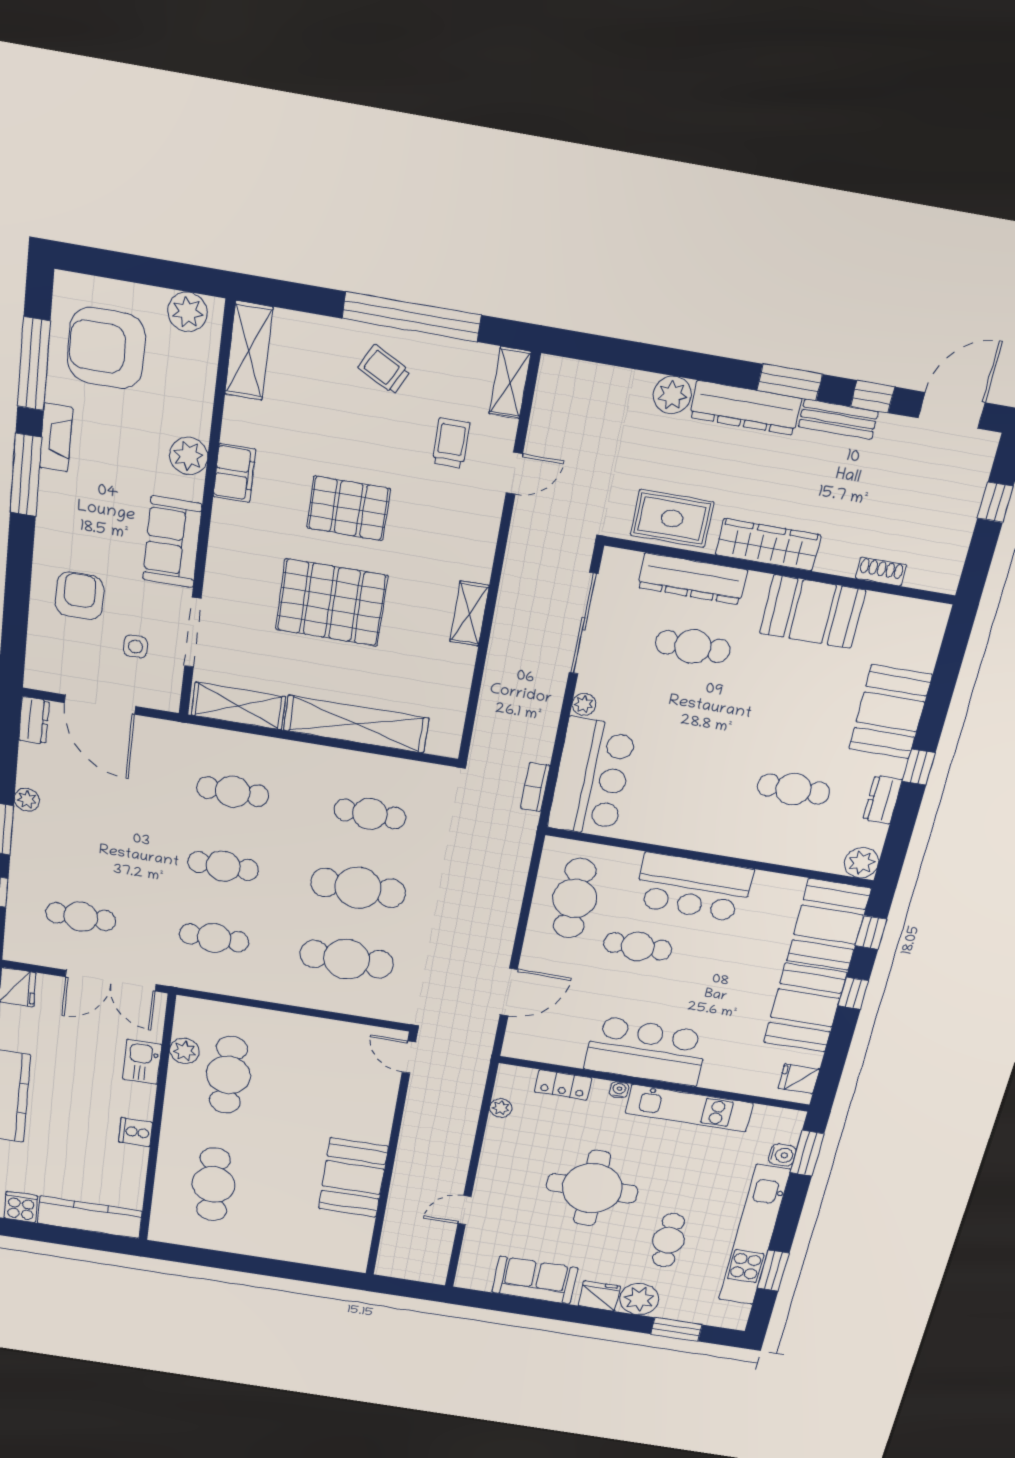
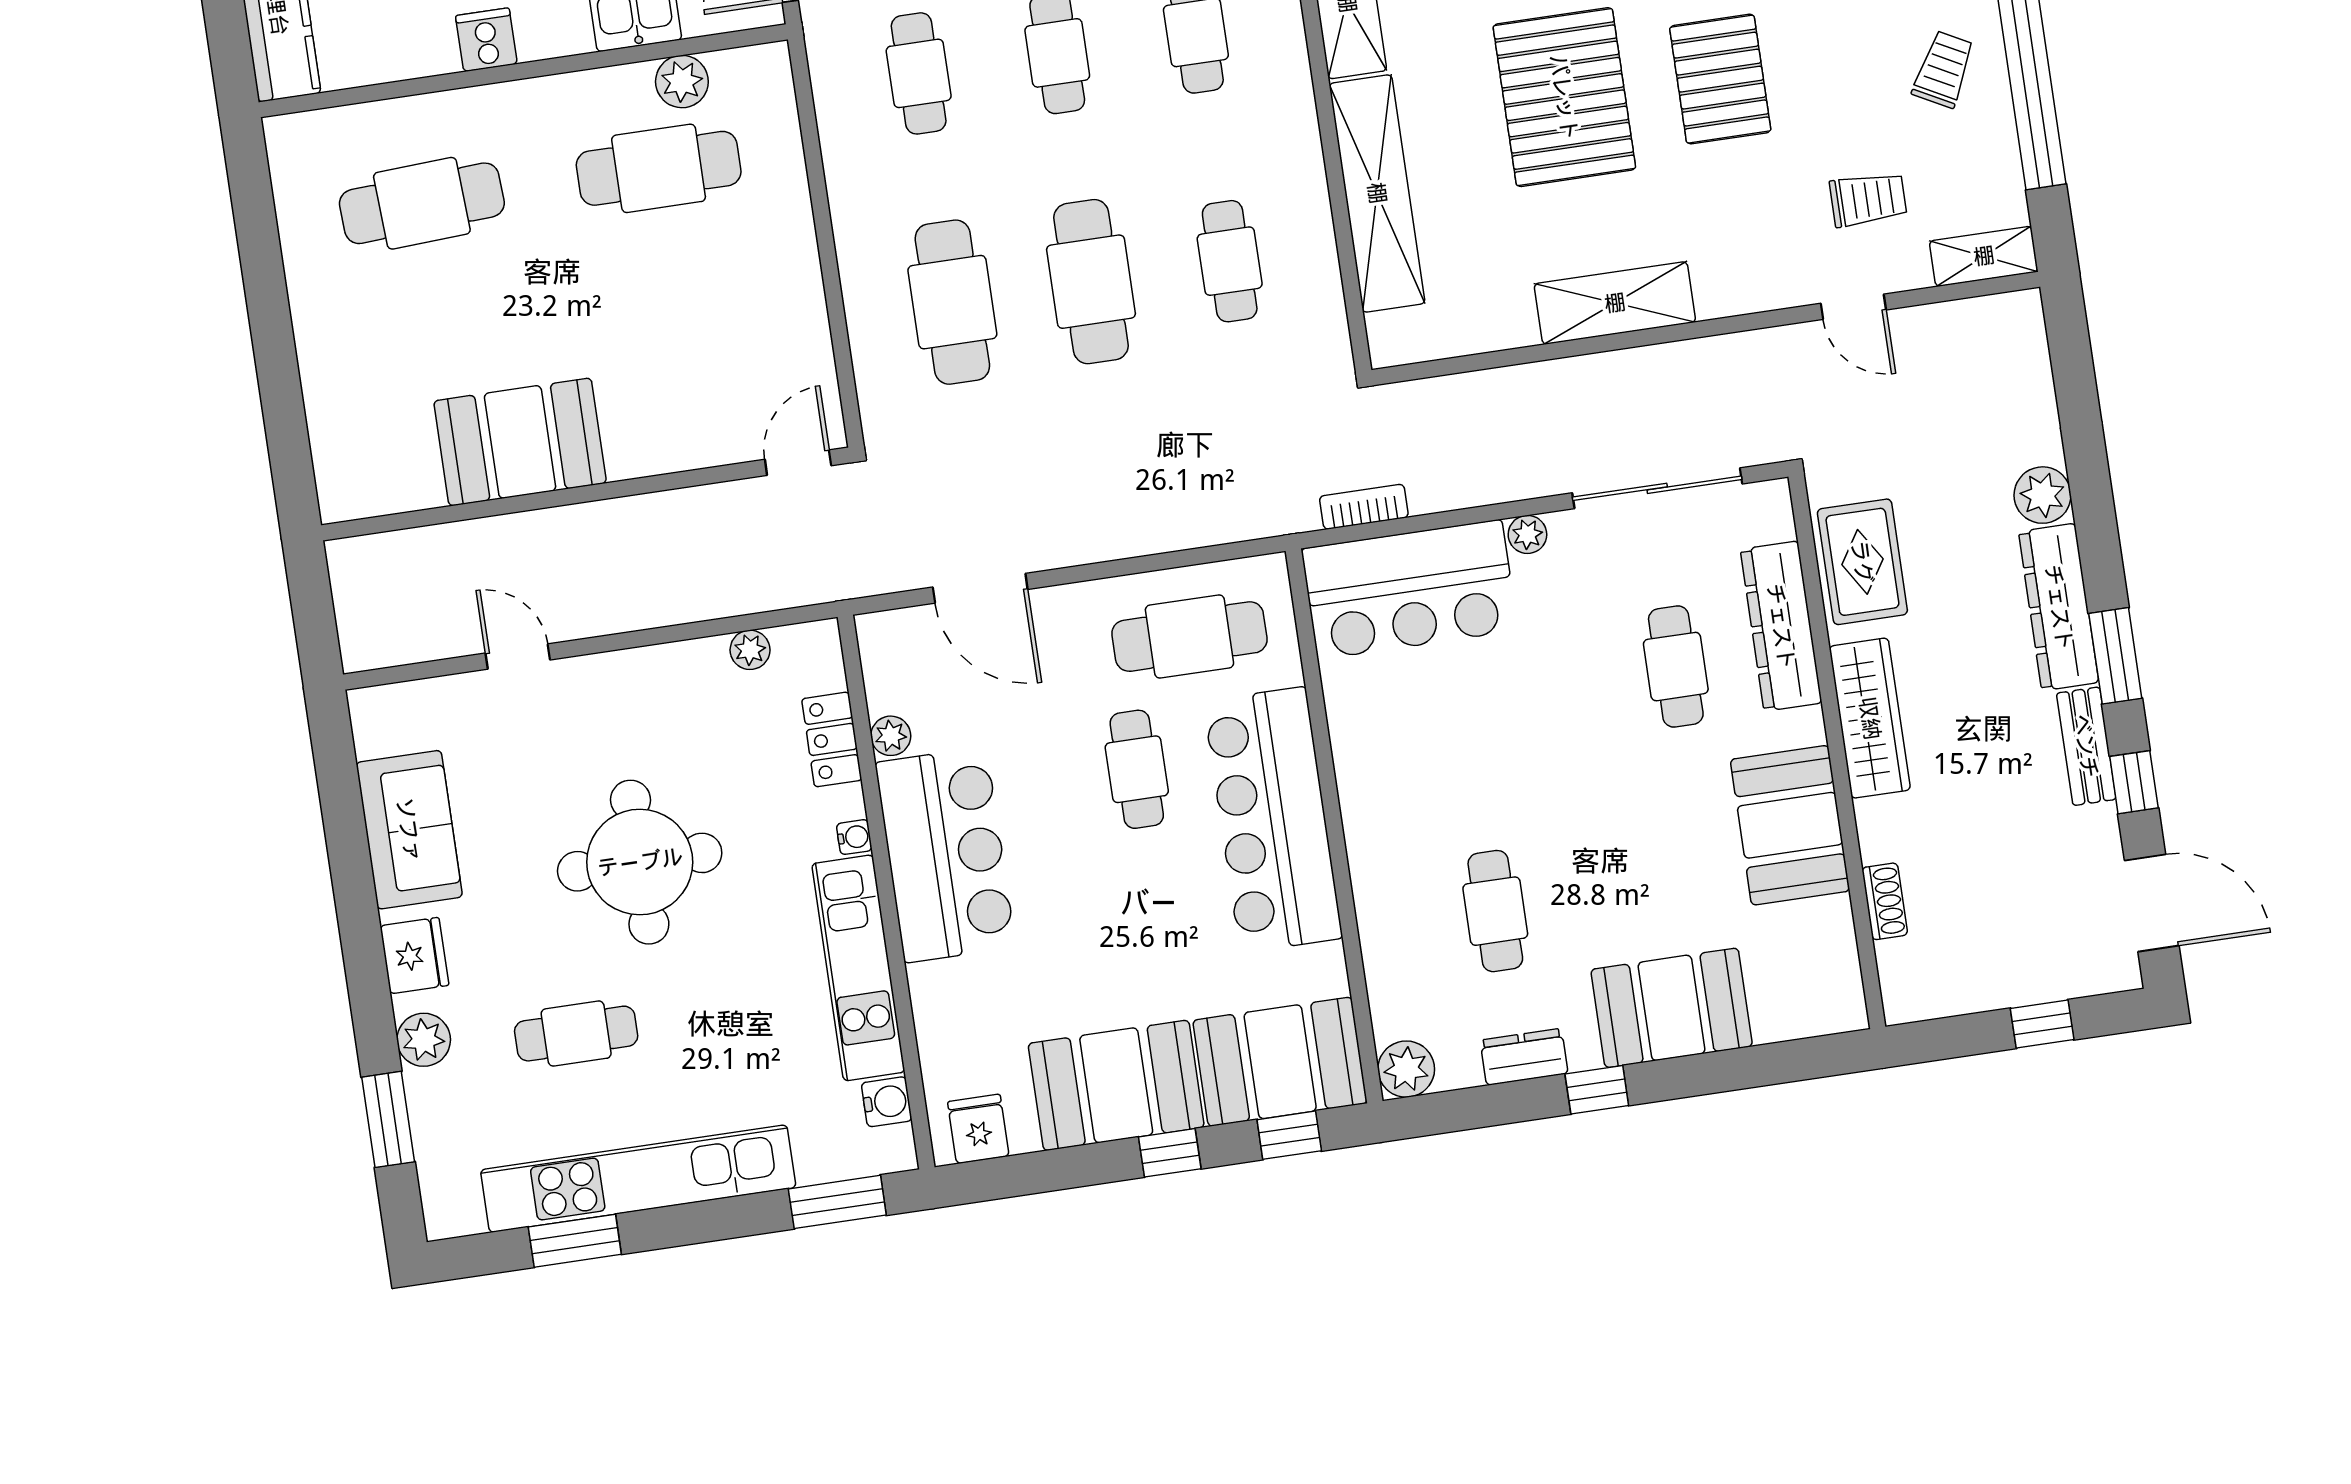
shelving: (469, 613) -> (1615, 303), width x1.50, depth x1.33
bar counter: (693, 888) -> (1273, 820), width x1.36
plant: (572, 1057) -> (891, 736), added
water cooler: (782, 1155) -> (887, 1102), moved, turned -90
plant: (639, 1299) -> (424, 1040), width x0.73, depth x0.73

